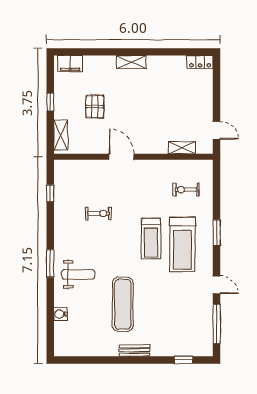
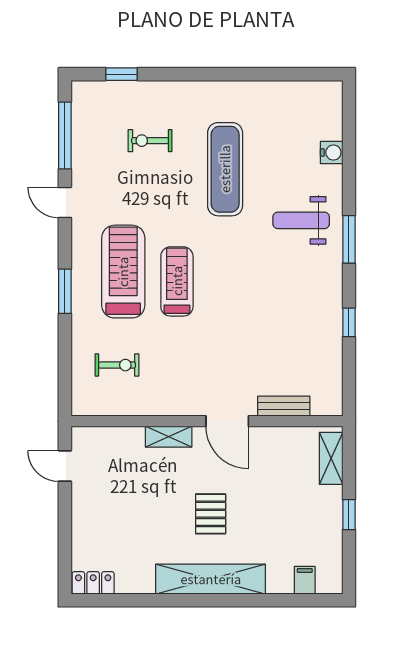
shelving: (131, 62) -> (211, 579), width x2.20, depth x1.33
filing cabinet: (70, 64) -> (305, 580), width x0.50
pallet: (95, 106) -> (211, 514), moved
shelving: (182, 148) -> (169, 437), moved
window: (50, 193) -> (349, 322), moved
exercise bike: (98, 214) -> (150, 141), moved
bench: (134, 350) -> (284, 406), moved

